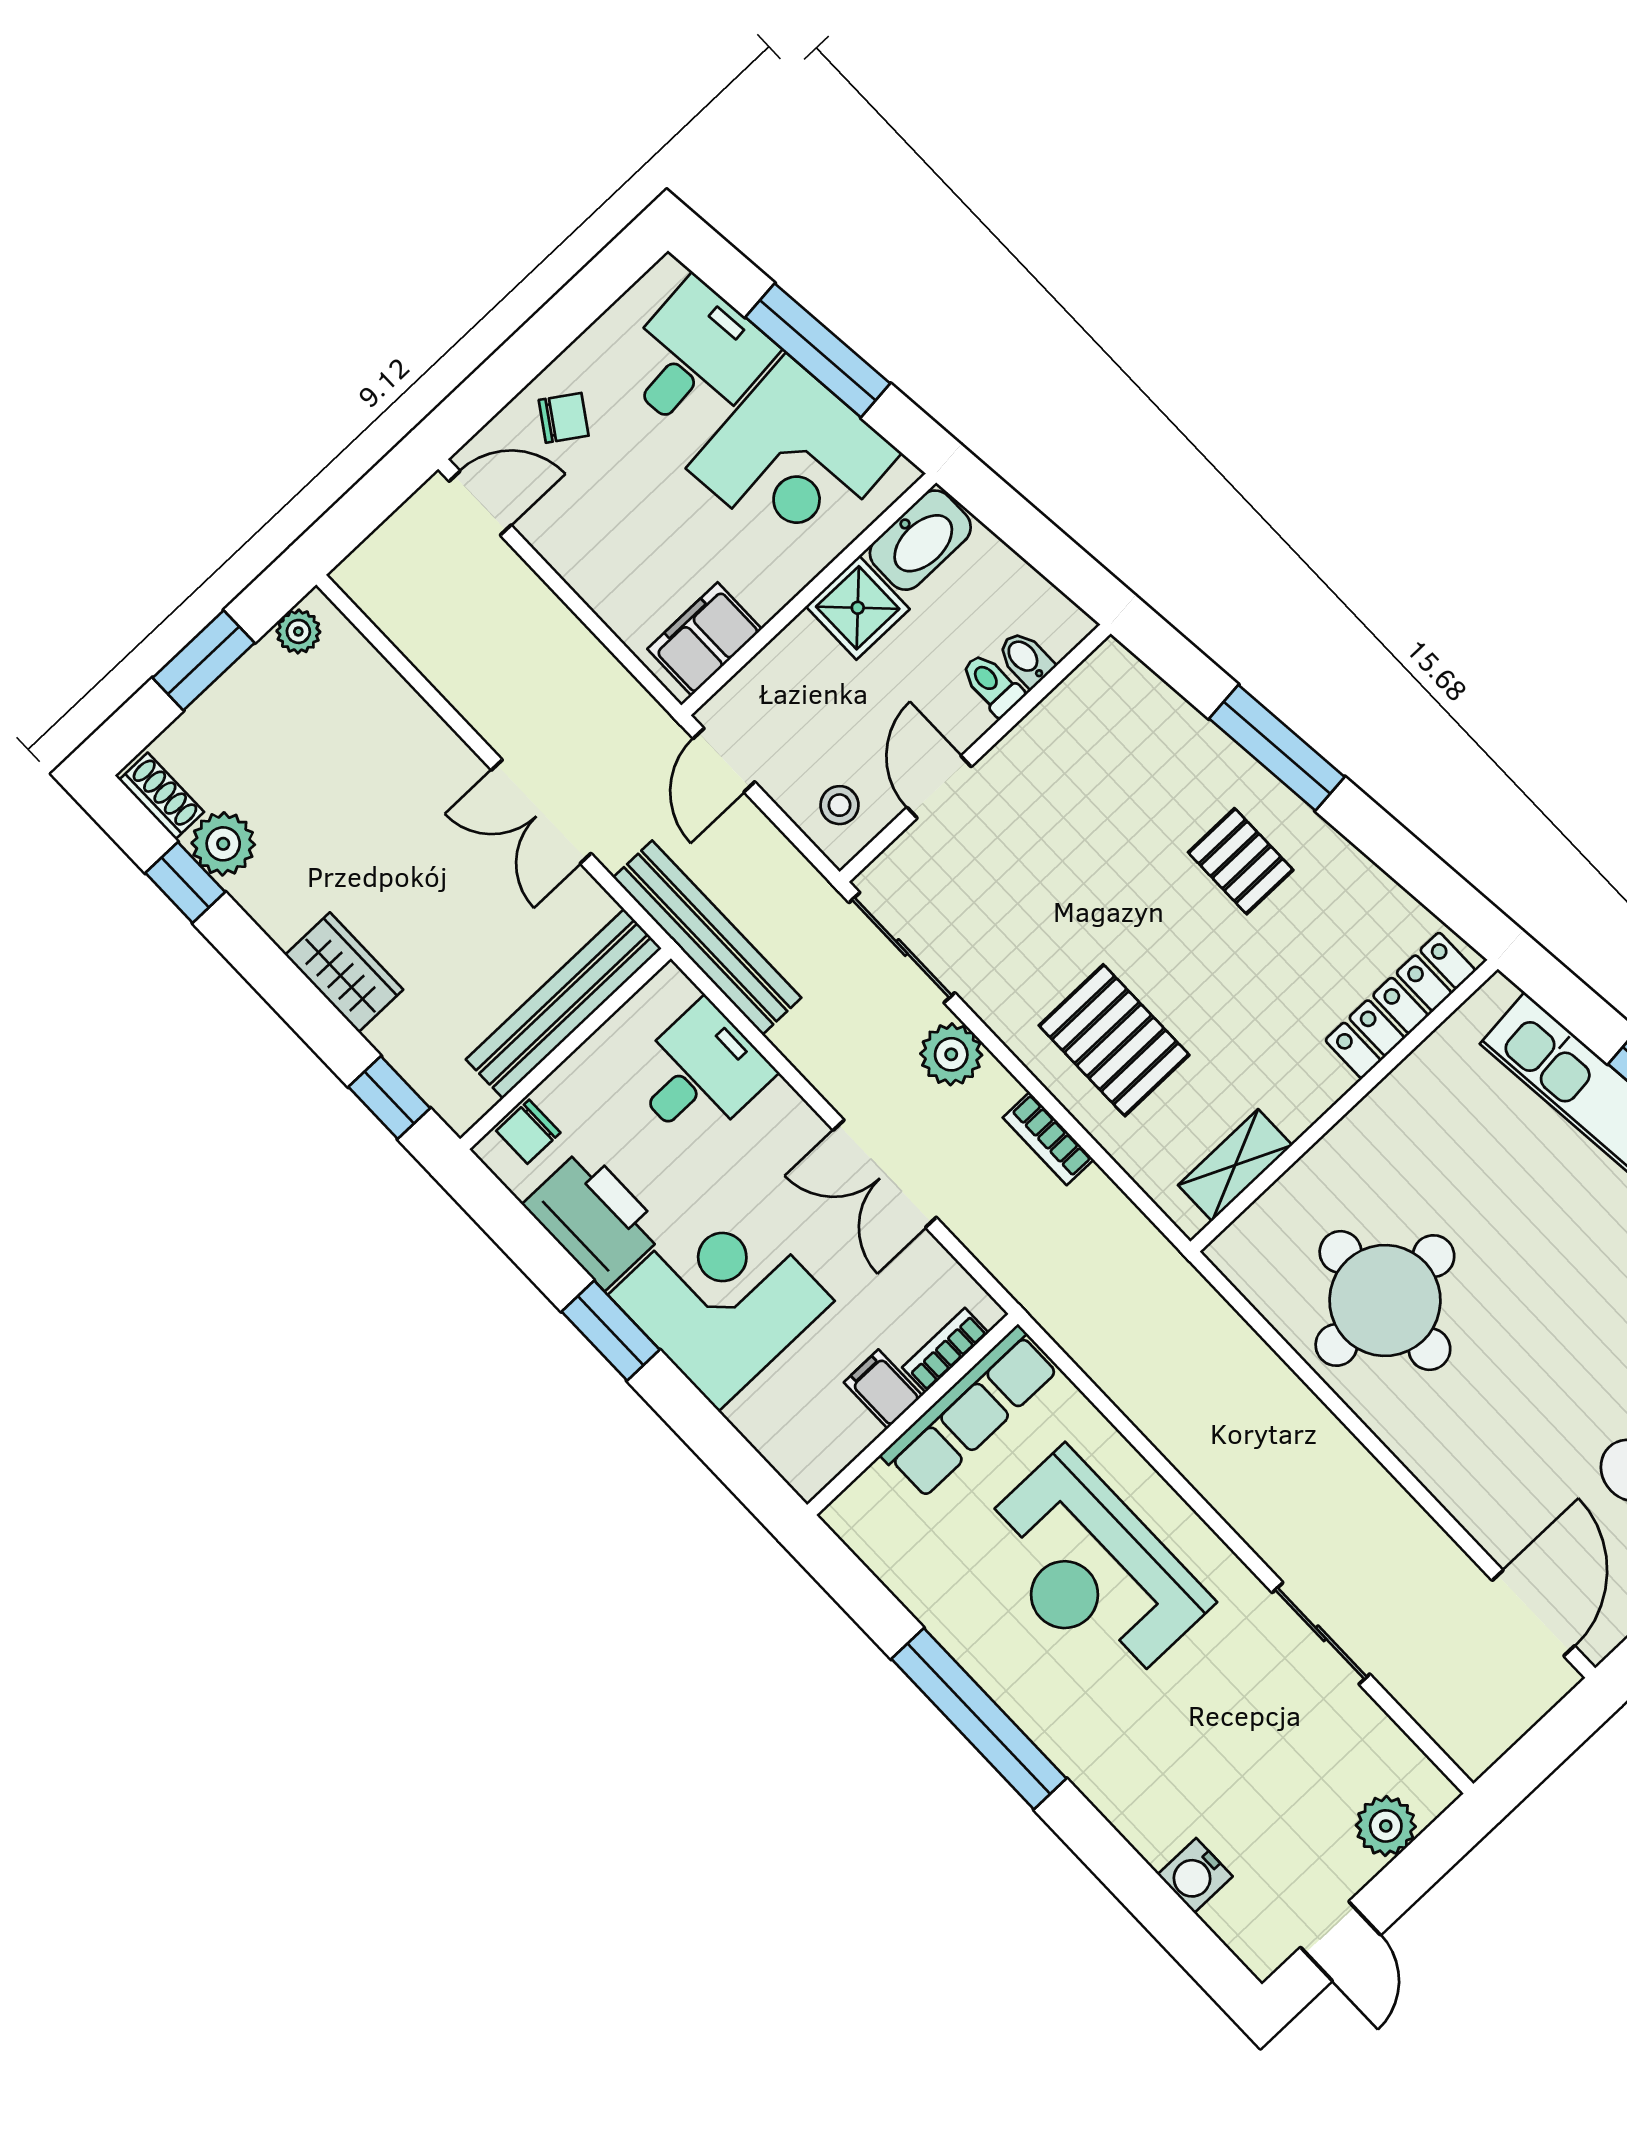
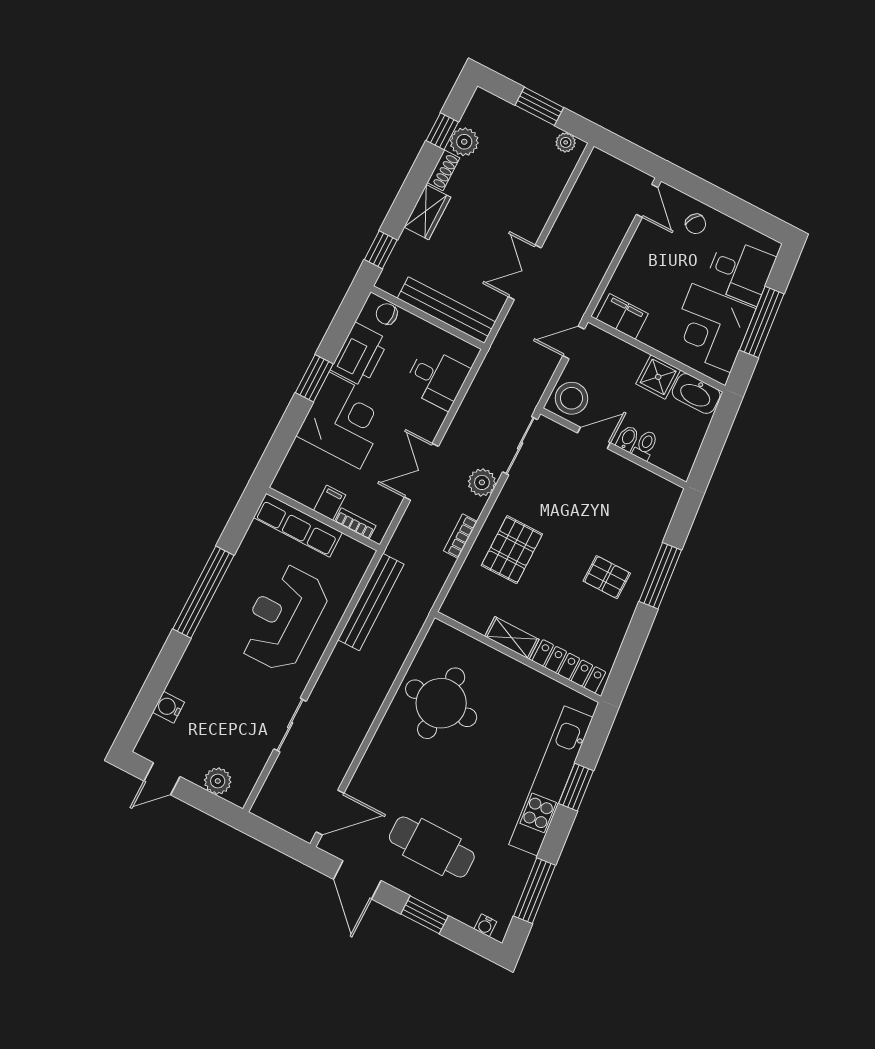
bidet: (1026, 659) -> (628, 438), moved
shoe rack: (162, 796) -> (443, 170), moved
stool: (839, 805) -> (571, 398), width x1.89, depth x1.89
pallet: (1241, 861) -> (607, 577), turned 90
bench: (707, 938) -> (371, 602), moved
shelving: (1235, 1165) -> (512, 638), moved
row of seats: (970, 1412) -> (298, 525), moved

